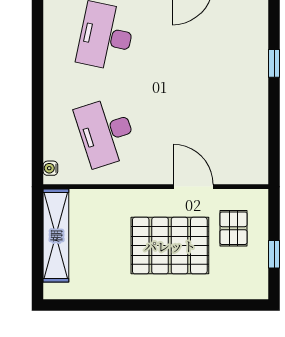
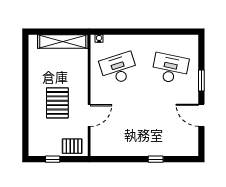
pallet: (233, 228) -> (72, 146), moved
pallet: (170, 246) -> (57, 103), width x0.73, depth x0.71

